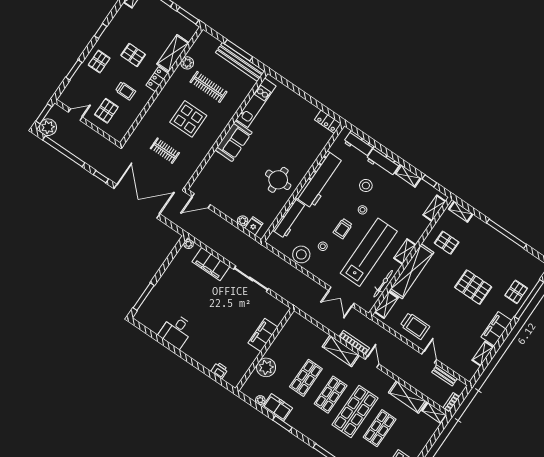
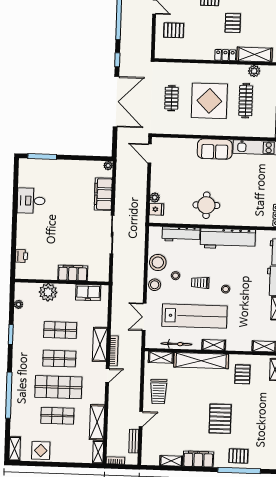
trolley: (125, 91) -> (200, 35), removed
display table: (188, 119) -> (209, 101), width x1.36, depth x1.36
stool: (366, 186) -> (155, 285), moved
freezer: (277, 407) -> (88, 292), moved, turned 90

